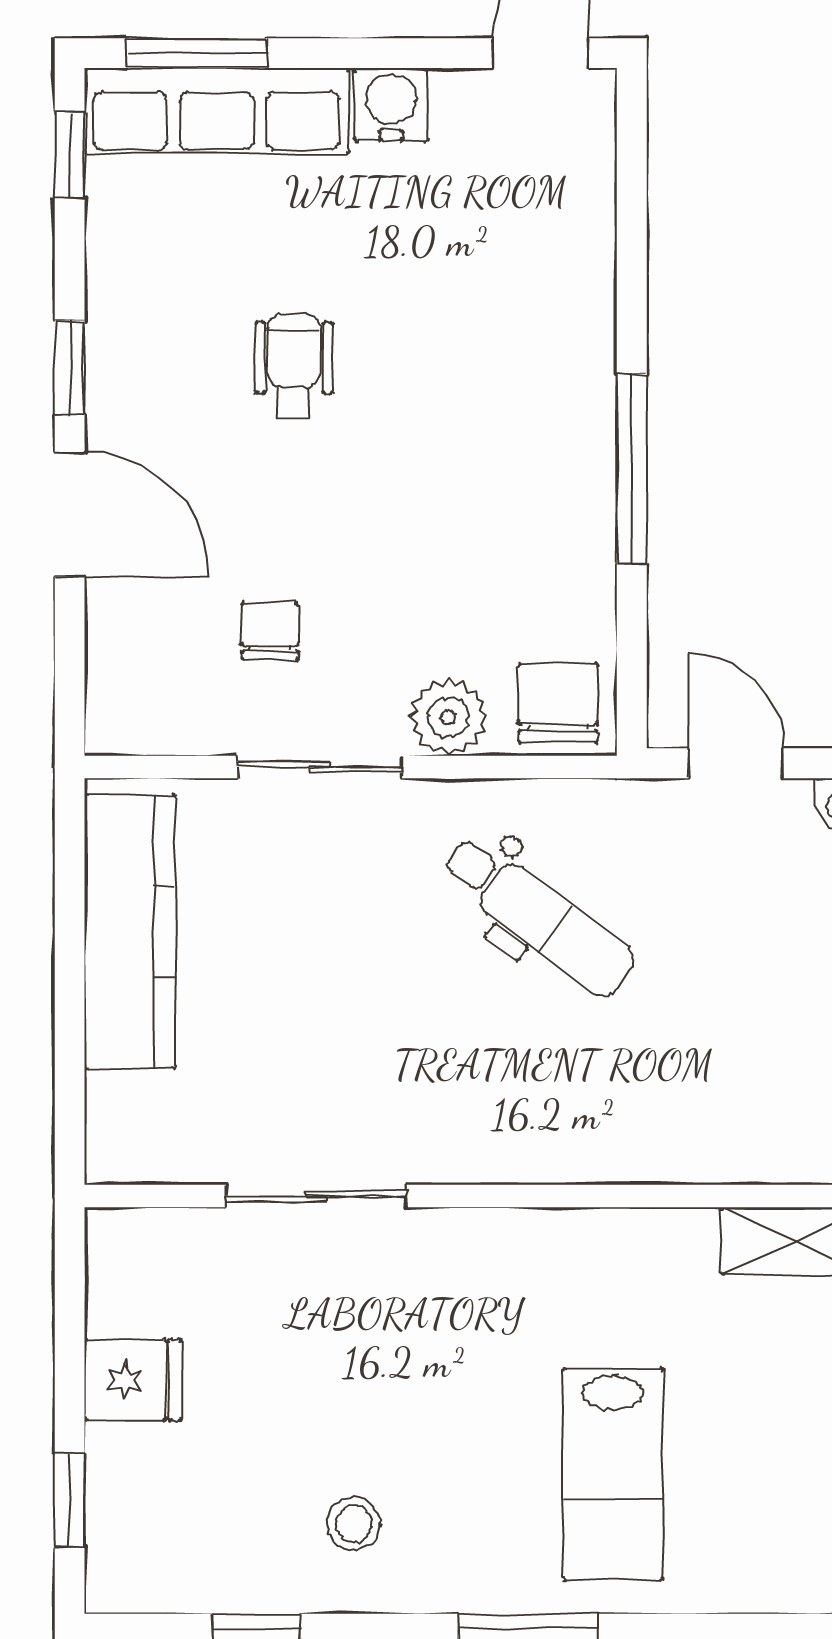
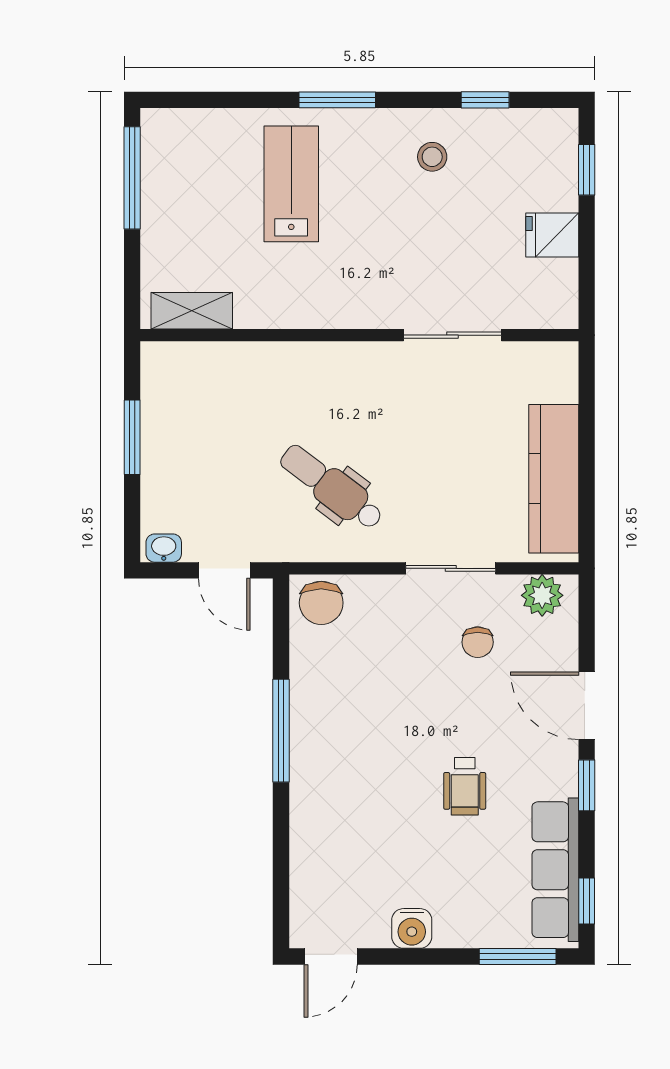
row of seats: (216, 111) -> (555, 870), moved, turned -90
plant: (448, 717) -> (542, 595), moved

